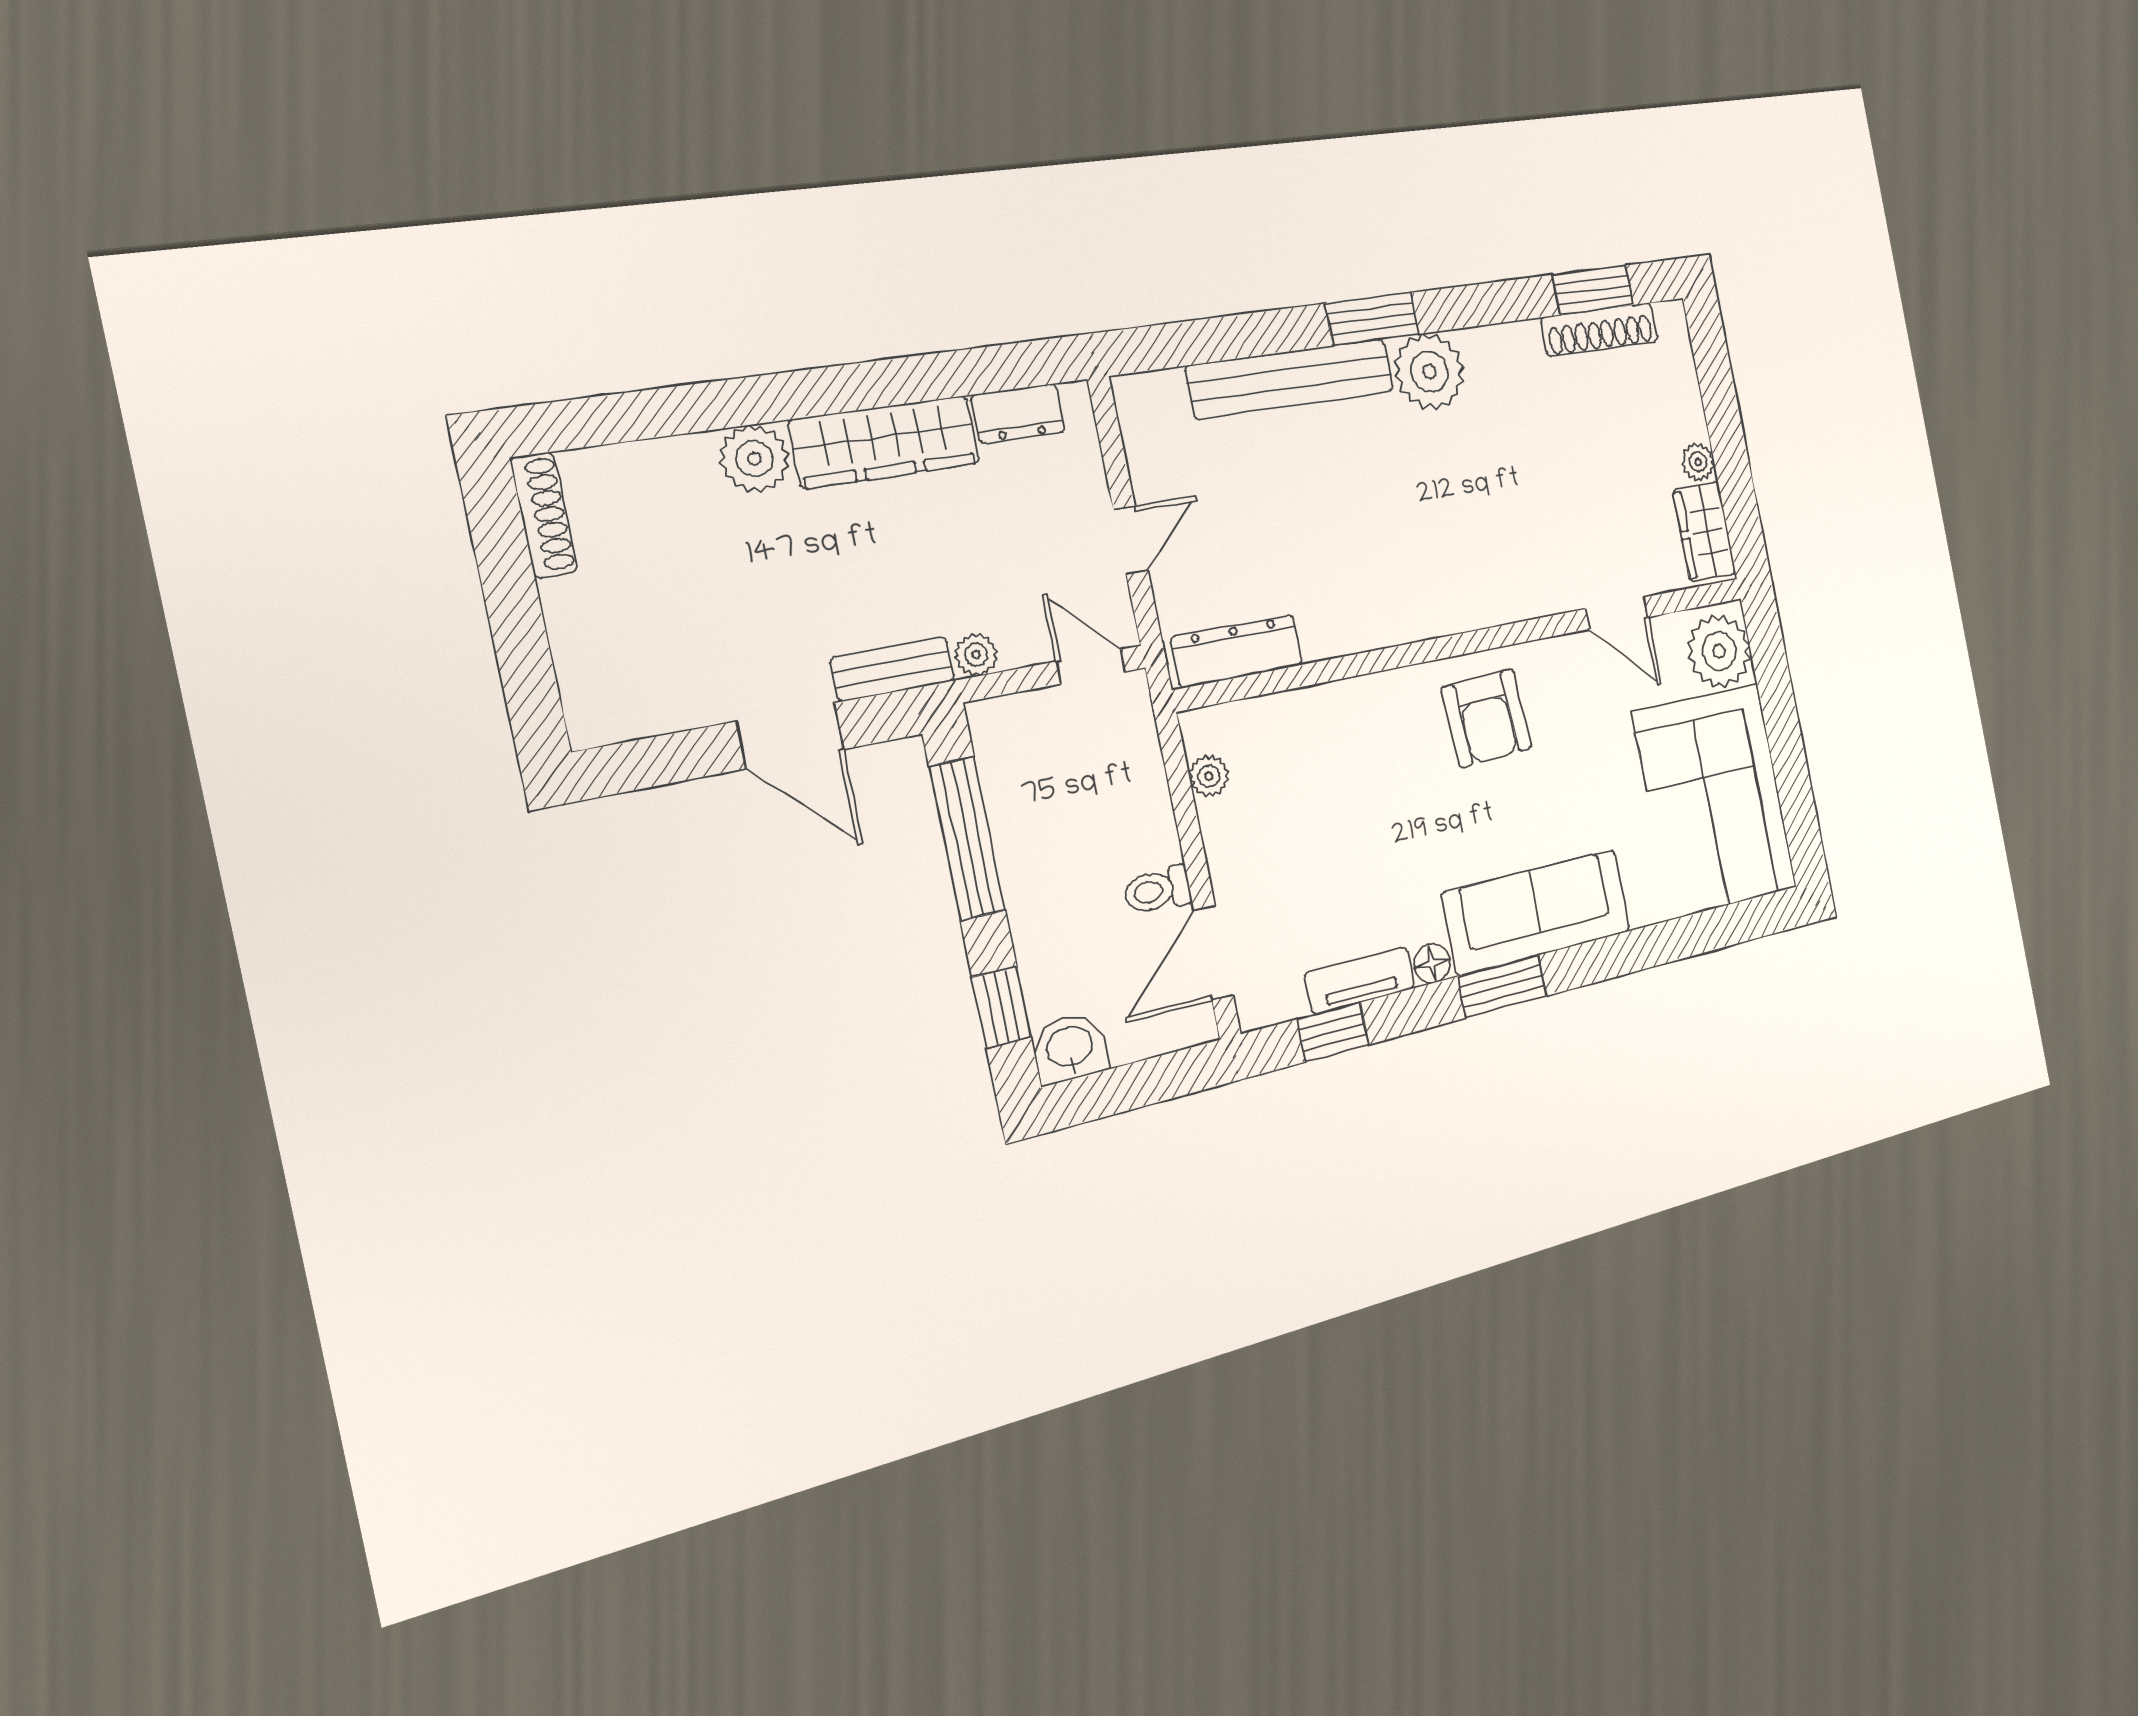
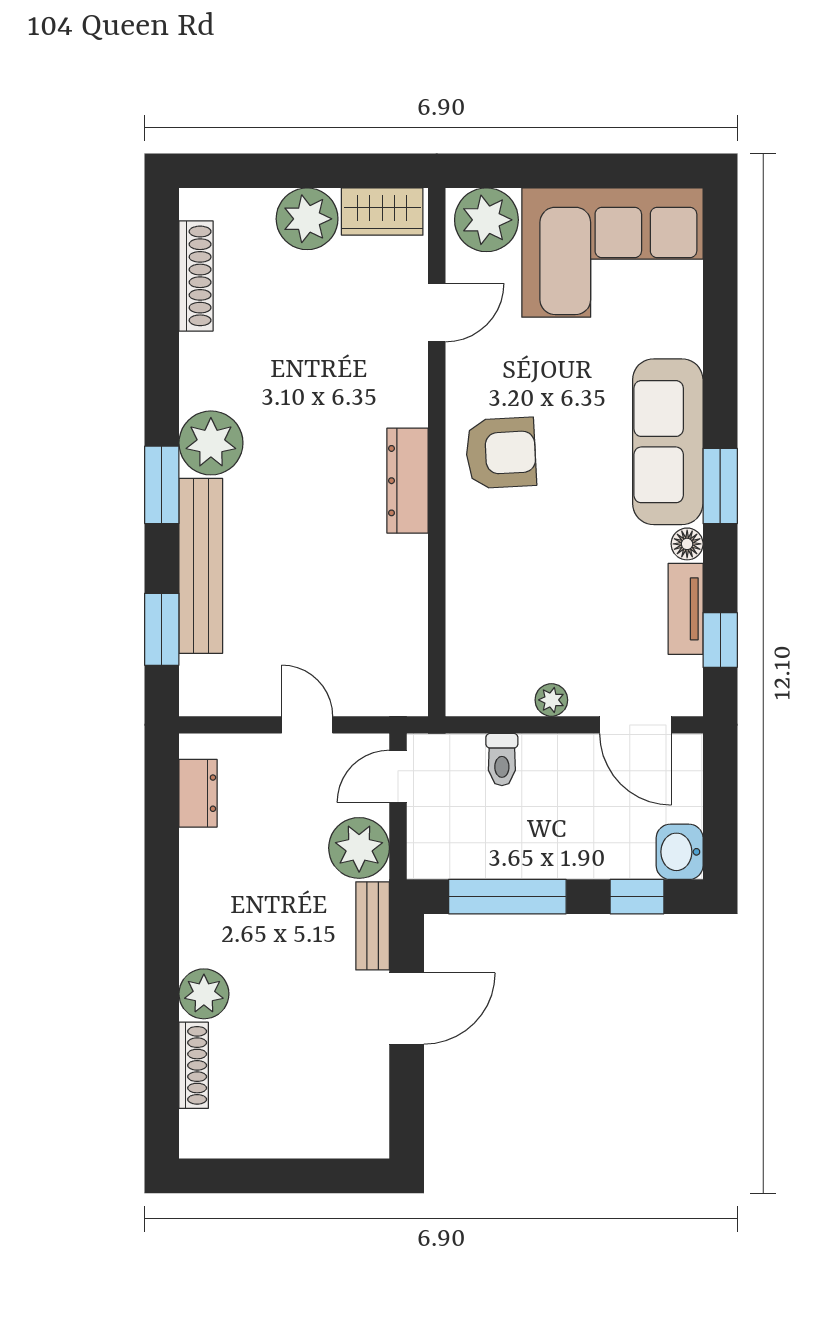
window: (1593, 290) -> (162, 629), moved
wardrobe: (885, 442) -> (205, 898), removed
plant: (1698, 462) -> (307, 219), width x1.87, depth x1.87
shoe rack: (544, 515) -> (194, 1065), moved, turned 90
dresser: (1237, 651) -> (408, 481), moved
plant: (976, 655) -> (359, 848), width x1.88, depth x1.88
plant: (1209, 776) -> (551, 700), moved
toilet: (1157, 890) -> (502, 760), moved

